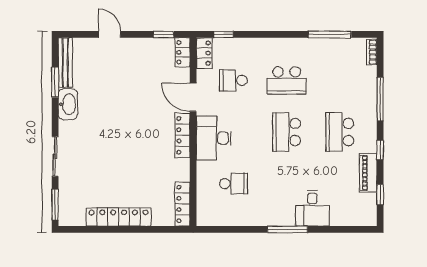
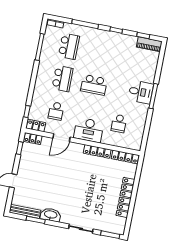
school desk: (340, 132) -> (69, 46), moved, turned -90
locker: (183, 135) -> (97, 151), moved
piano: (368, 173) -> (149, 44), moved
school desk: (233, 184) -> (119, 123), turned 180
desk: (312, 208) -> (141, 92), moved

